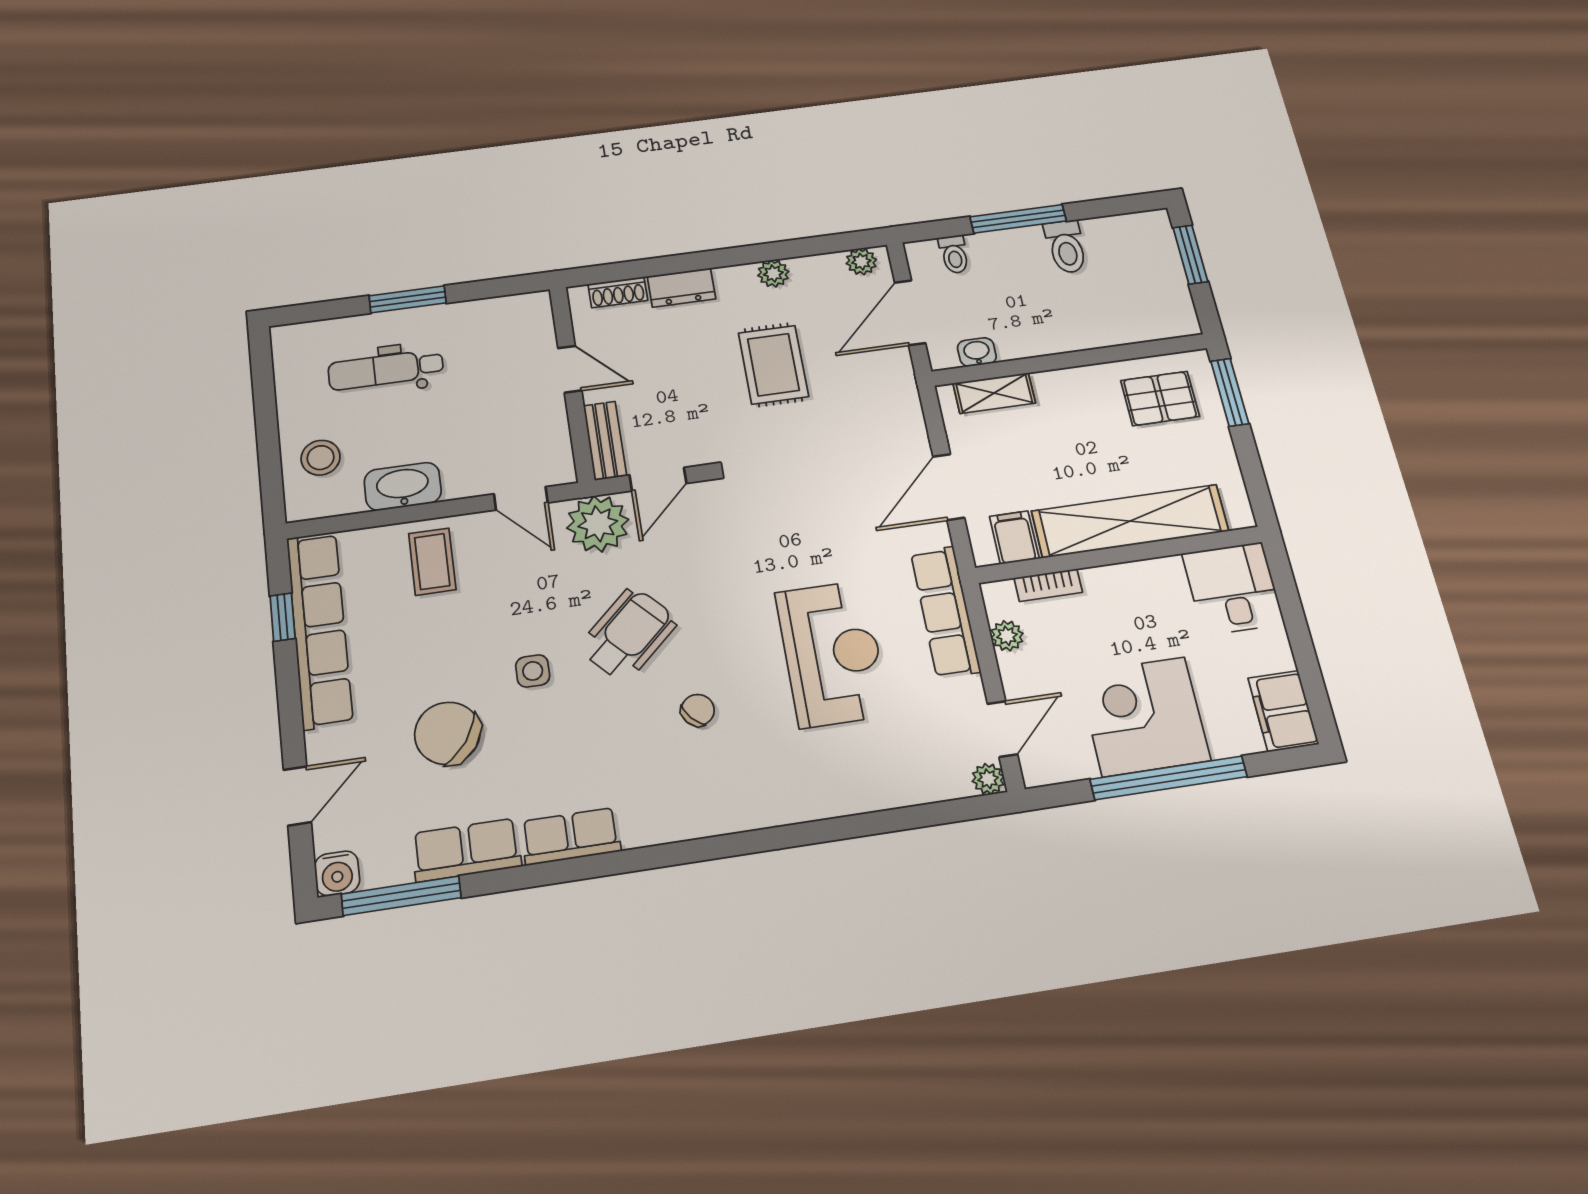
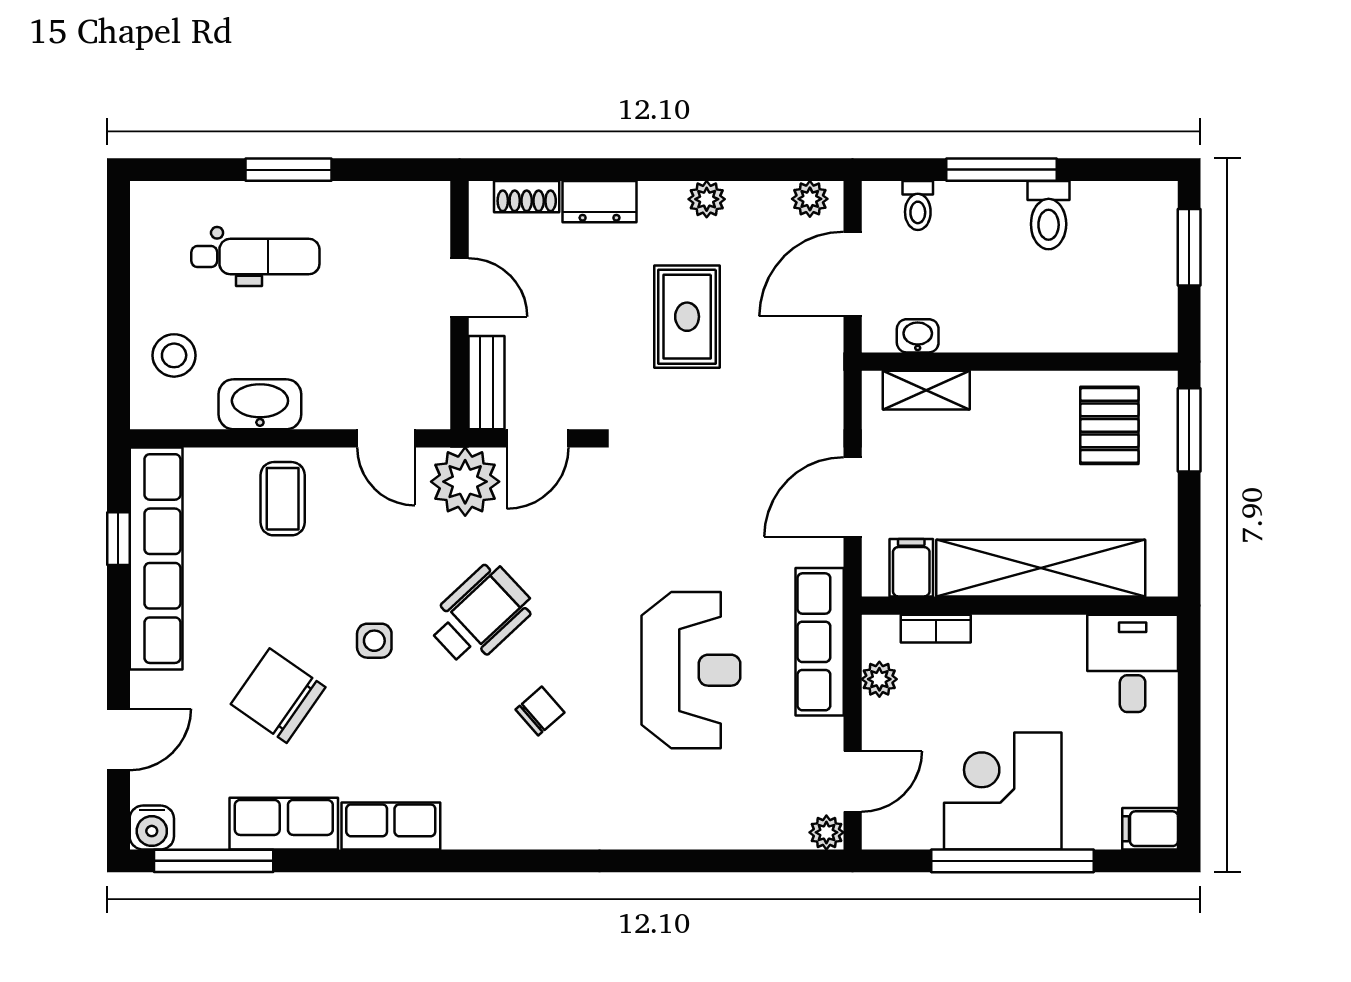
dental chair: (386, 370) -> (255, 257), turned 180
pallet: (1160, 398) -> (1109, 425), turned 90
filing cabinet: (1283, 711) -> (1150, 829), width x0.50

